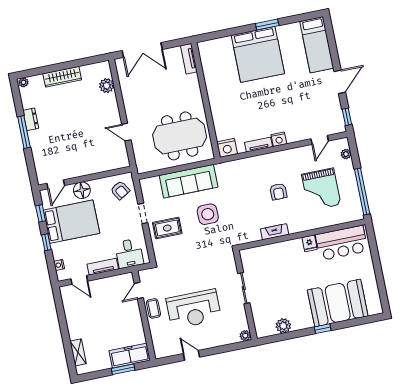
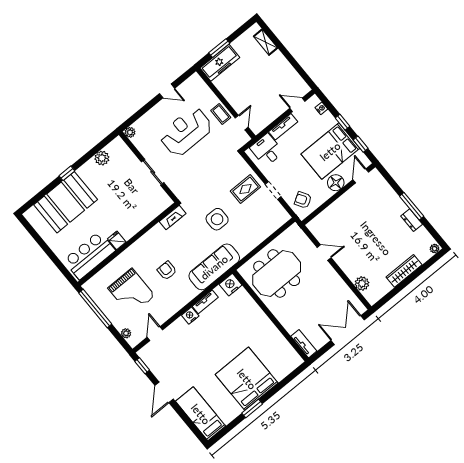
sofa: (189, 181) -> (214, 267), moved
grand piano: (321, 189) -> (131, 292), turned 180
fireplace: (275, 232) -> (173, 217), moved

